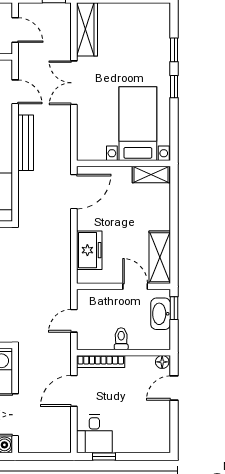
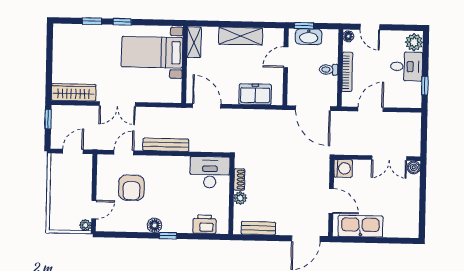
shelving: (160, 257) -> (241, 36), moved
door: (74, 321) -> (313, 108), width x1.88
bookcase: (101, 362) -> (347, 72), moved
door: (74, 391) -> (371, 109), swing flipped
desk: (94, 434) -> (407, 67), moved
plant: (157, 442) -> (414, 42), added

